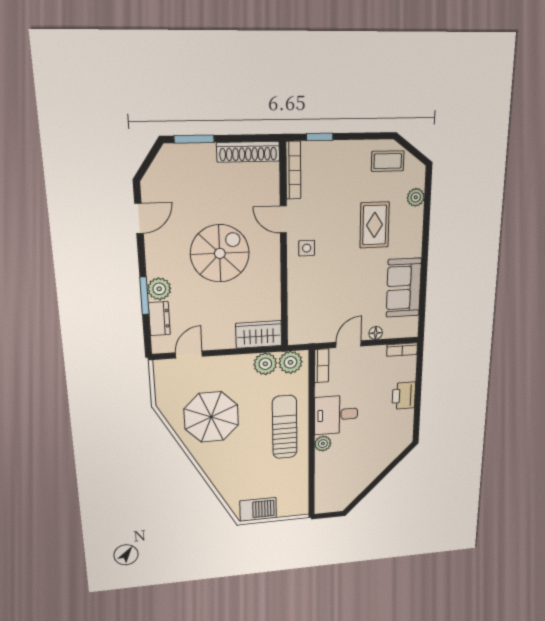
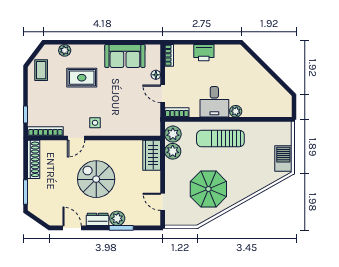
dresser: (159, 319) -> (98, 219), moved

